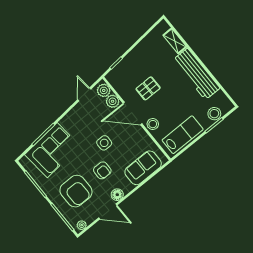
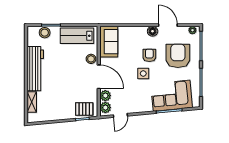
pallet: (148, 88) -> (84, 109), moved
side table: (104, 143) -> (143, 74), moved
sofa: (143, 168) -> (109, 42), moved, turned -90

